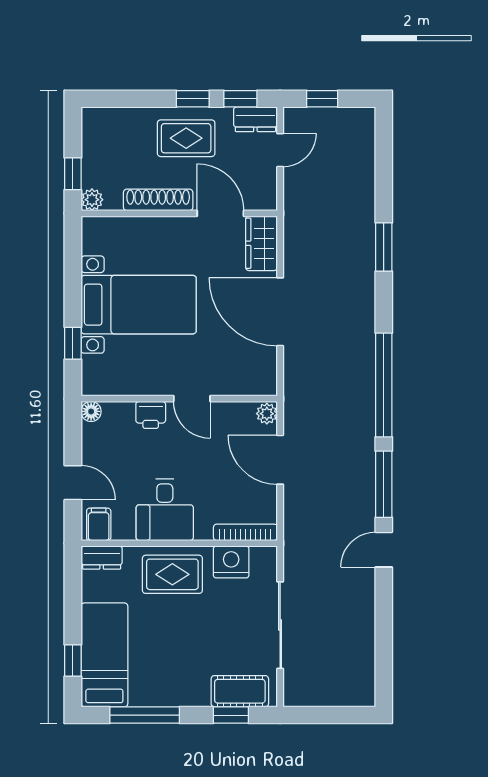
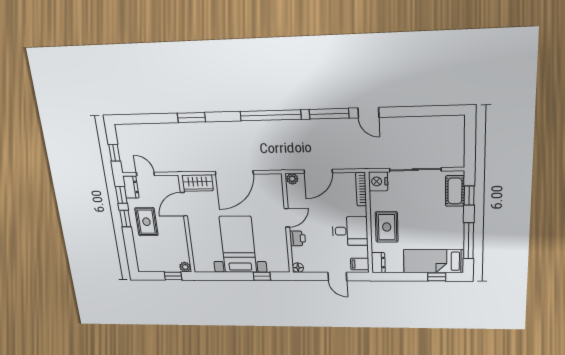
shoe rack: (158, 200) -> (181, 235), removed
door: (73, 483) -> (337, 276), swing flipped
nightstand: (231, 562) -> (378, 181), moved

